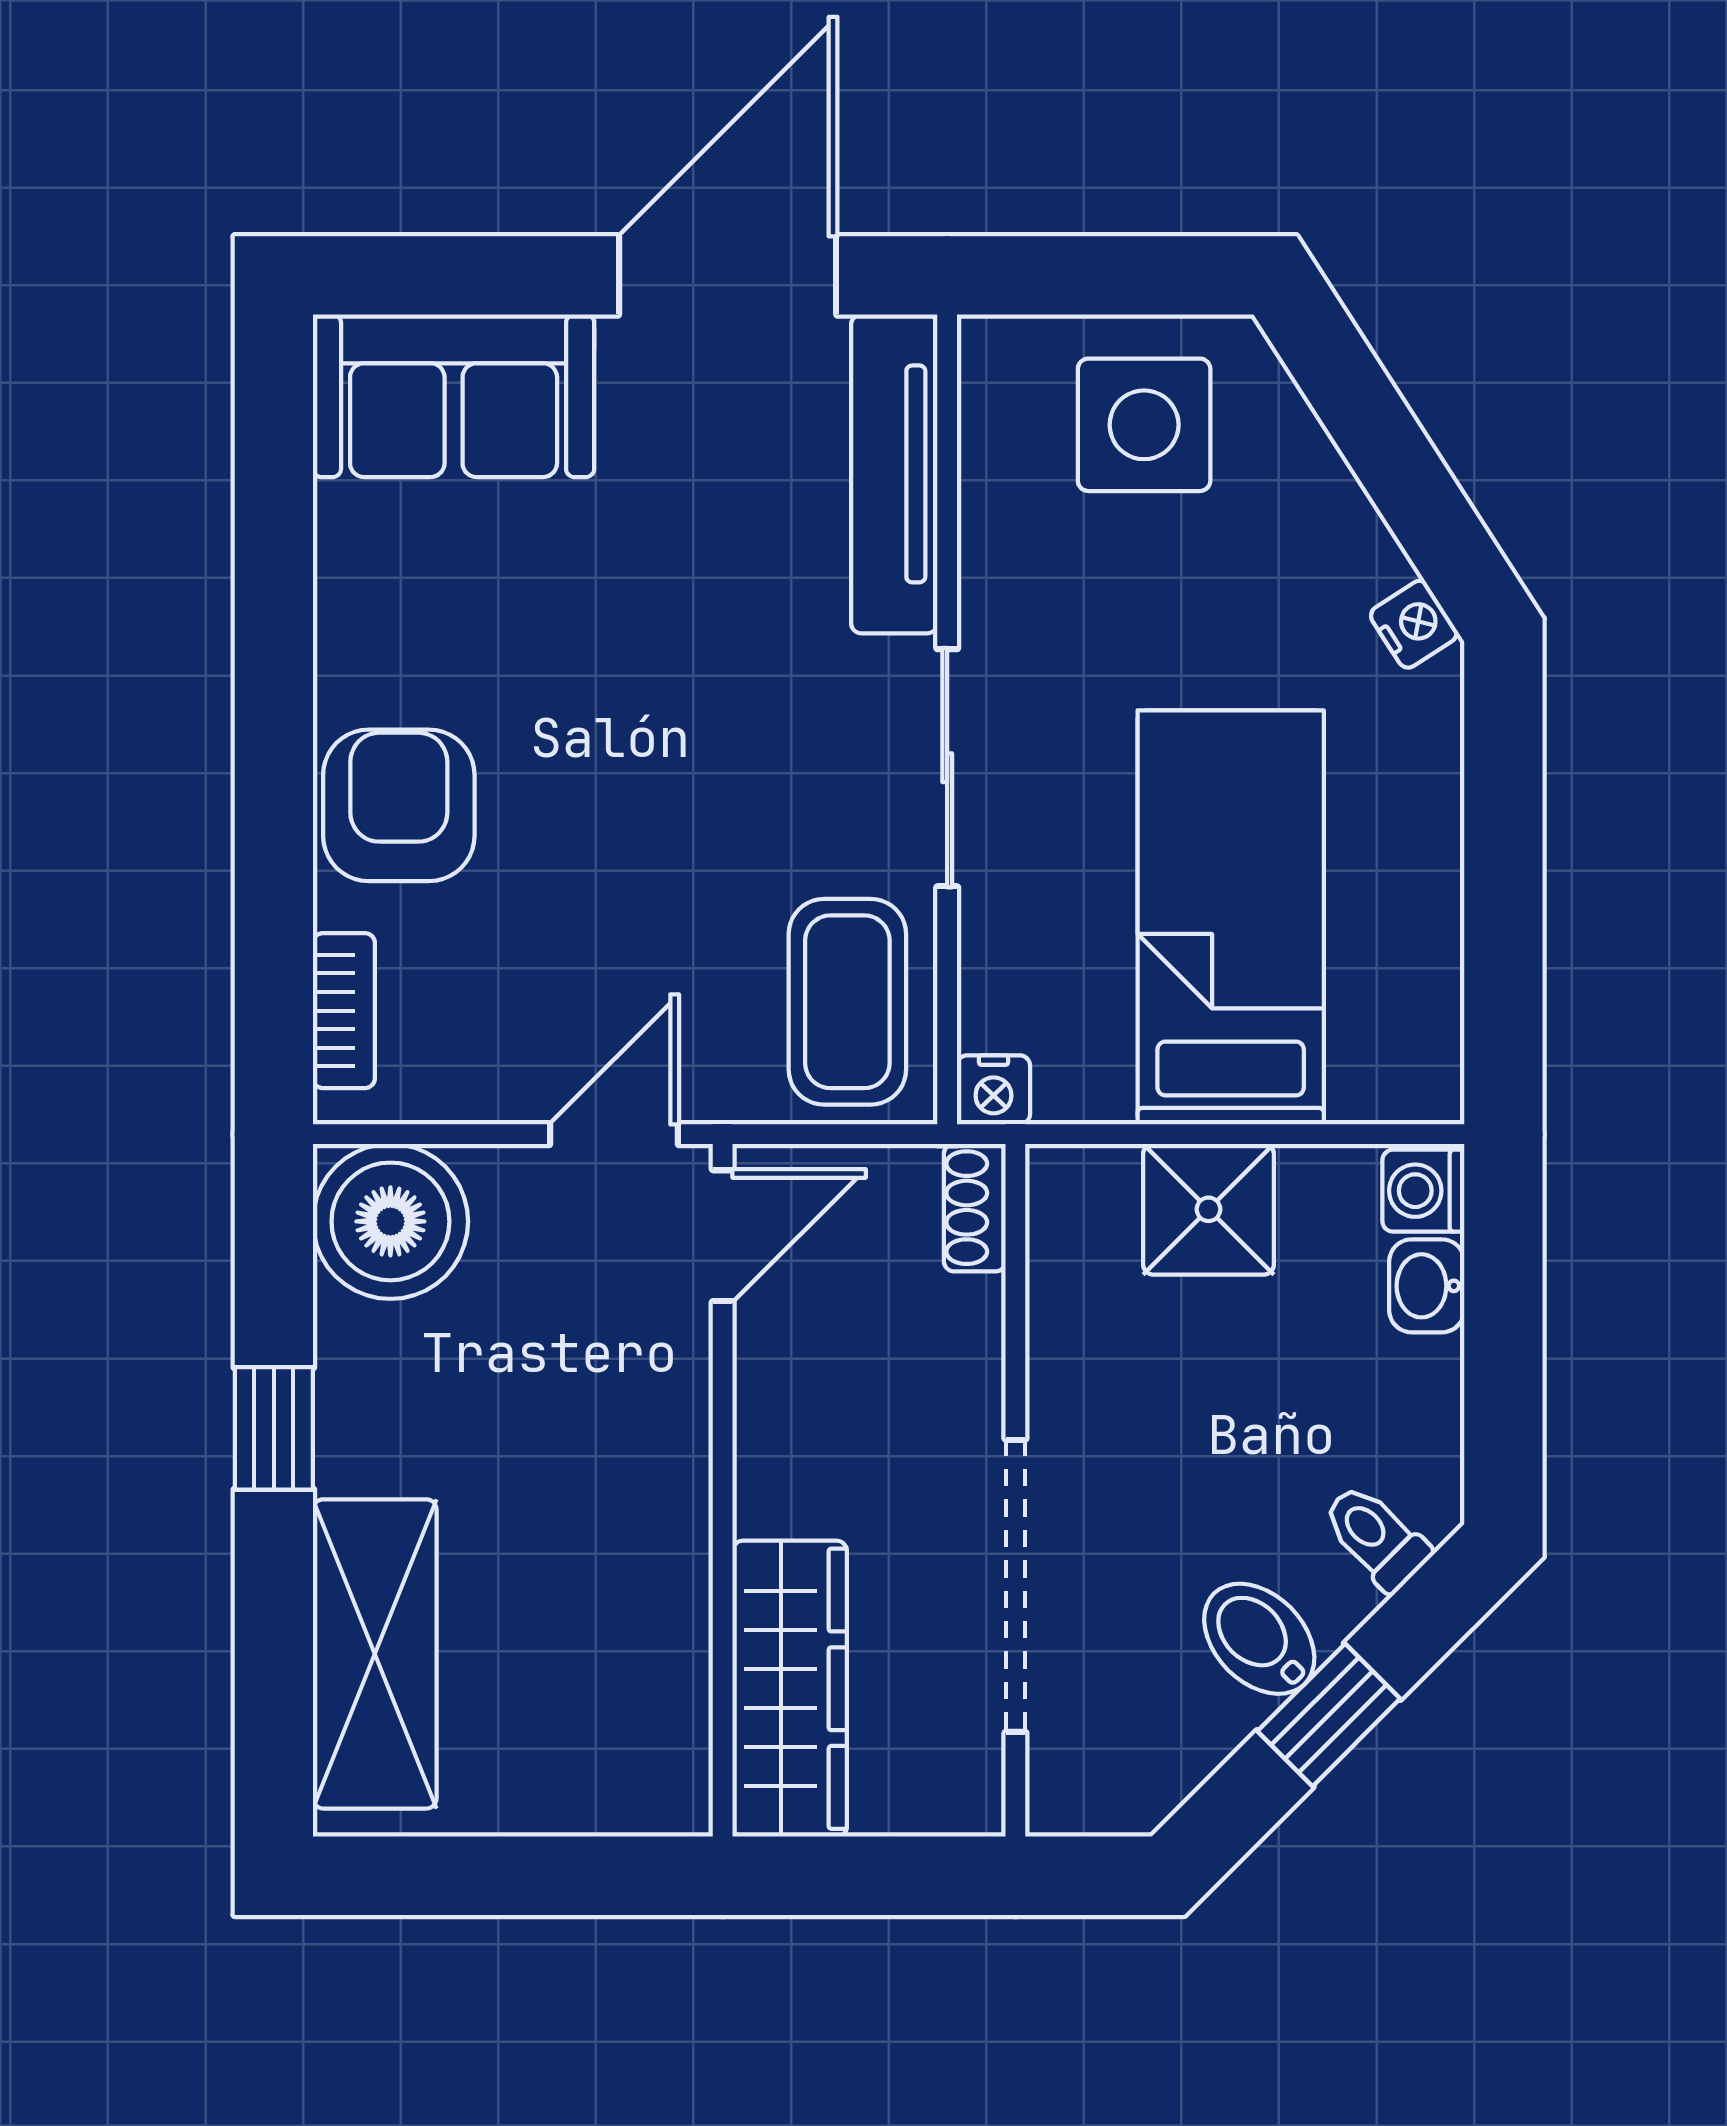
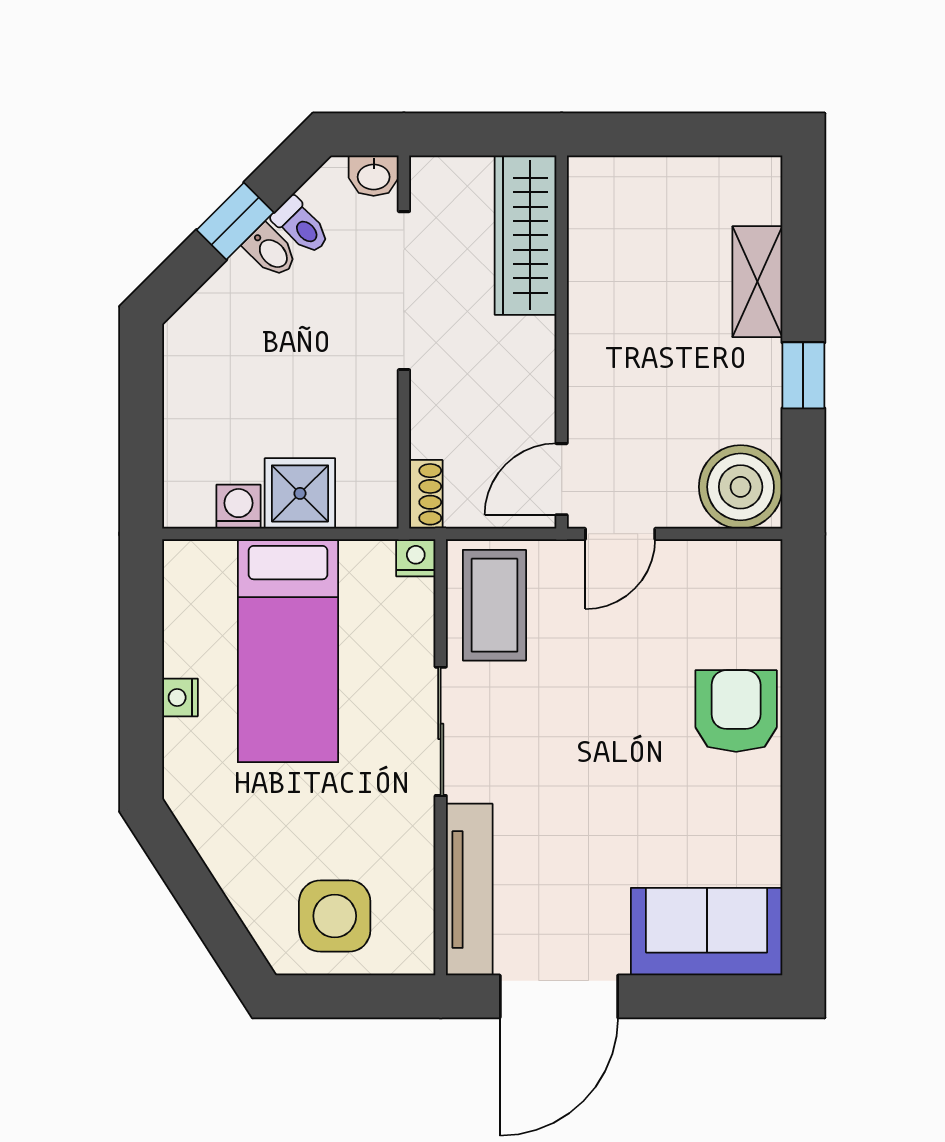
nightstand: (1414, 624) -> (180, 697), moved, turned 33
armchair: (399, 805) -> (736, 711), turned 180
bookcase: (344, 1011) -> (766, 600), removed
washing machine: (1423, 1191) -> (238, 507), moved, turned -90
washbasin: (1427, 1286) -> (374, 176), moved, turned 90
toilet: (1376, 1537) -> (301, 226), moved
bidet: (1259, 1639) -> (271, 251), width x0.72, depth x0.74
shelving: (375, 1654) -> (757, 282), width x0.67, depth x0.75

